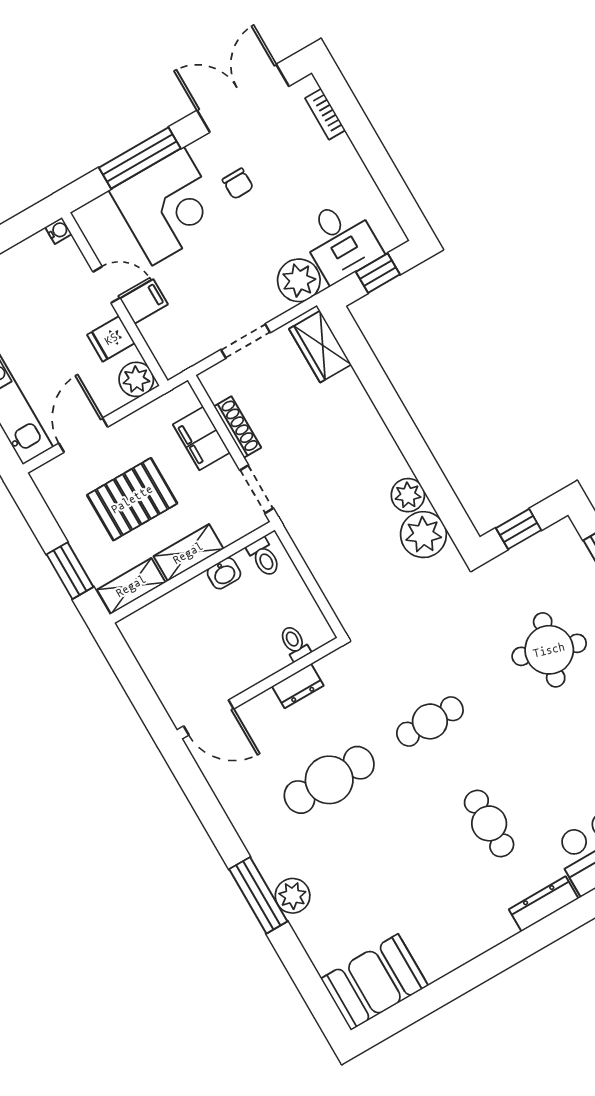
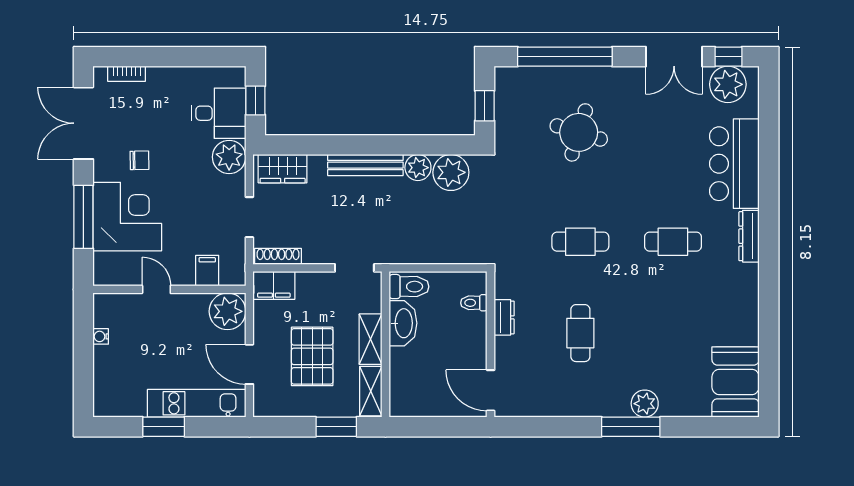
water cooler: (58, 231) -> (101, 336), moved, turned -90
door: (106, 285) -> (156, 289), hinge flipped
filing cabinet: (144, 301) -> (207, 271), moved
fridge: (111, 339) -> (195, 308), removed
plant: (136, 379) -> (227, 311), width x1.36, depth x1.36
shoe rack: (238, 427) -> (278, 256), moved
bench: (377, 436) -> (365, 165), added
filing cabinet: (201, 438) -> (274, 285), moved
toilet: (264, 557) -> (409, 287), width x1.37, depth x1.39
washbasin: (224, 573) -> (403, 323), width x1.91, depth x1.45
door: (209, 718) -> (491, 390), swing flipped
cafe table: (430, 721) -> (580, 242), turned 90
cafe table: (329, 780) -> (580, 333), width x0.73, depth x0.74

